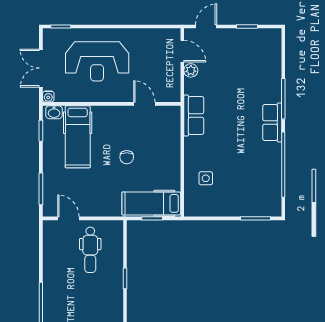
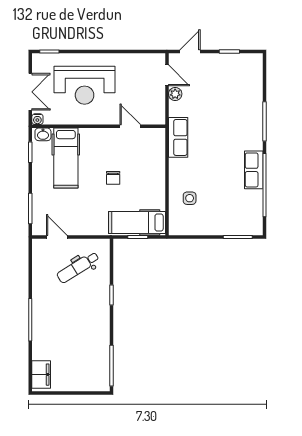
double door: (41, 68) -> (30, 92), swing flipped
row of seats: (272, 122) -> (254, 170), moved
dental chair: (90, 250) -> (78, 267), turned 58

